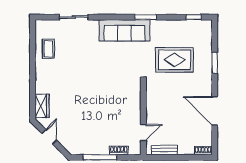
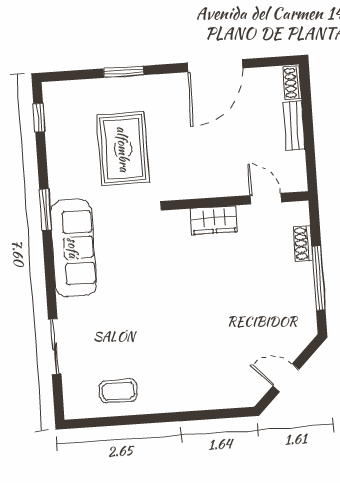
wardrobe: (42, 106) -> (214, 220), moved, turned 180
bench: (164, 150) -> (294, 125), moved

